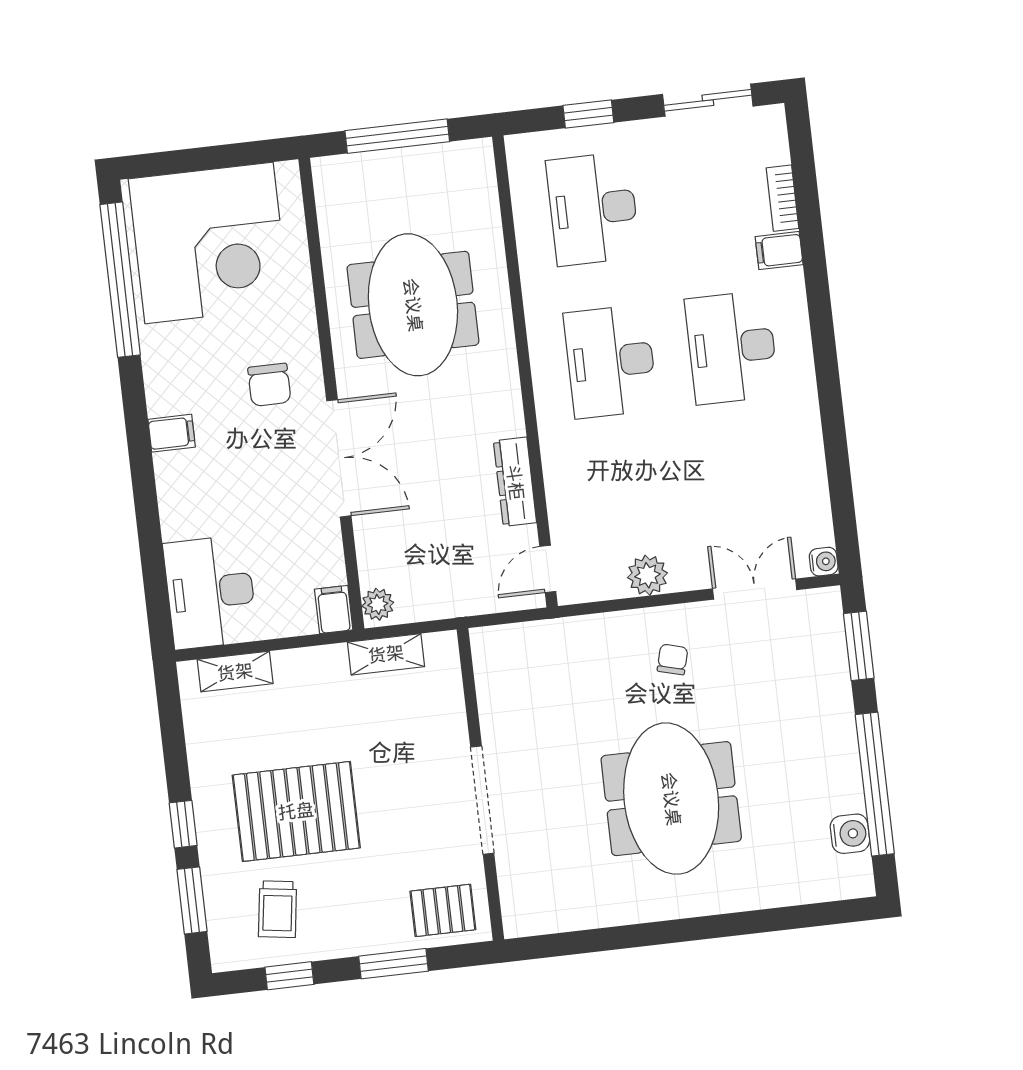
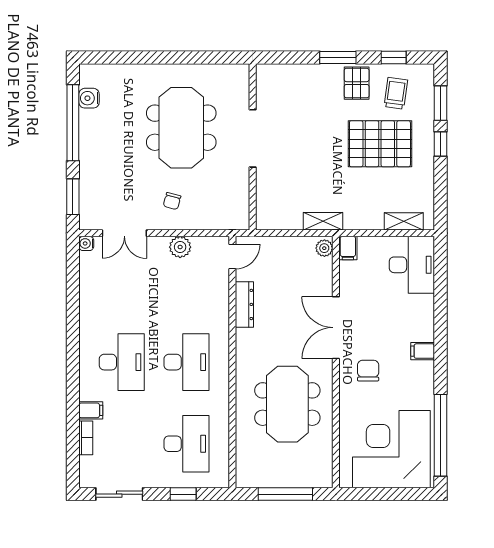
wall: (480, 784) -> (253, 147), moved
doorway: (482, 800) -> (253, 138), moved
pallet: (443, 910) -> (357, 83), moved, turned 90

